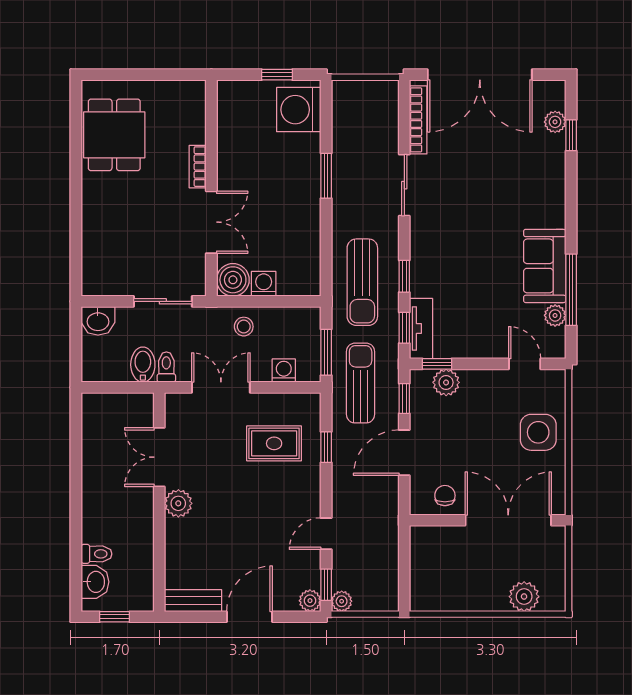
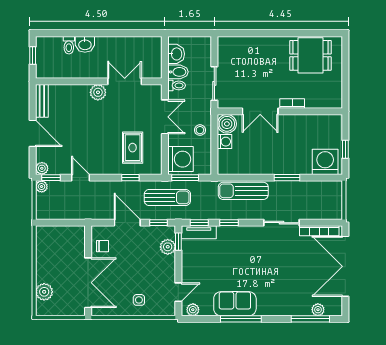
window: (571, 135) -> (310, 319), width x2.17
sun lounger: (362, 282) -> (243, 191), moved
window: (571, 290) -> (241, 319), moved
plant: (555, 315) -> (193, 310), moved
washbasin: (98, 321) -> (176, 54), moved, turned 180
washing machine: (284, 371) -> (180, 159), width x1.89, depth x1.89
side table: (538, 432) -> (139, 300), width x0.54, depth x0.54
washbasin: (95, 582) -> (85, 44), moved

